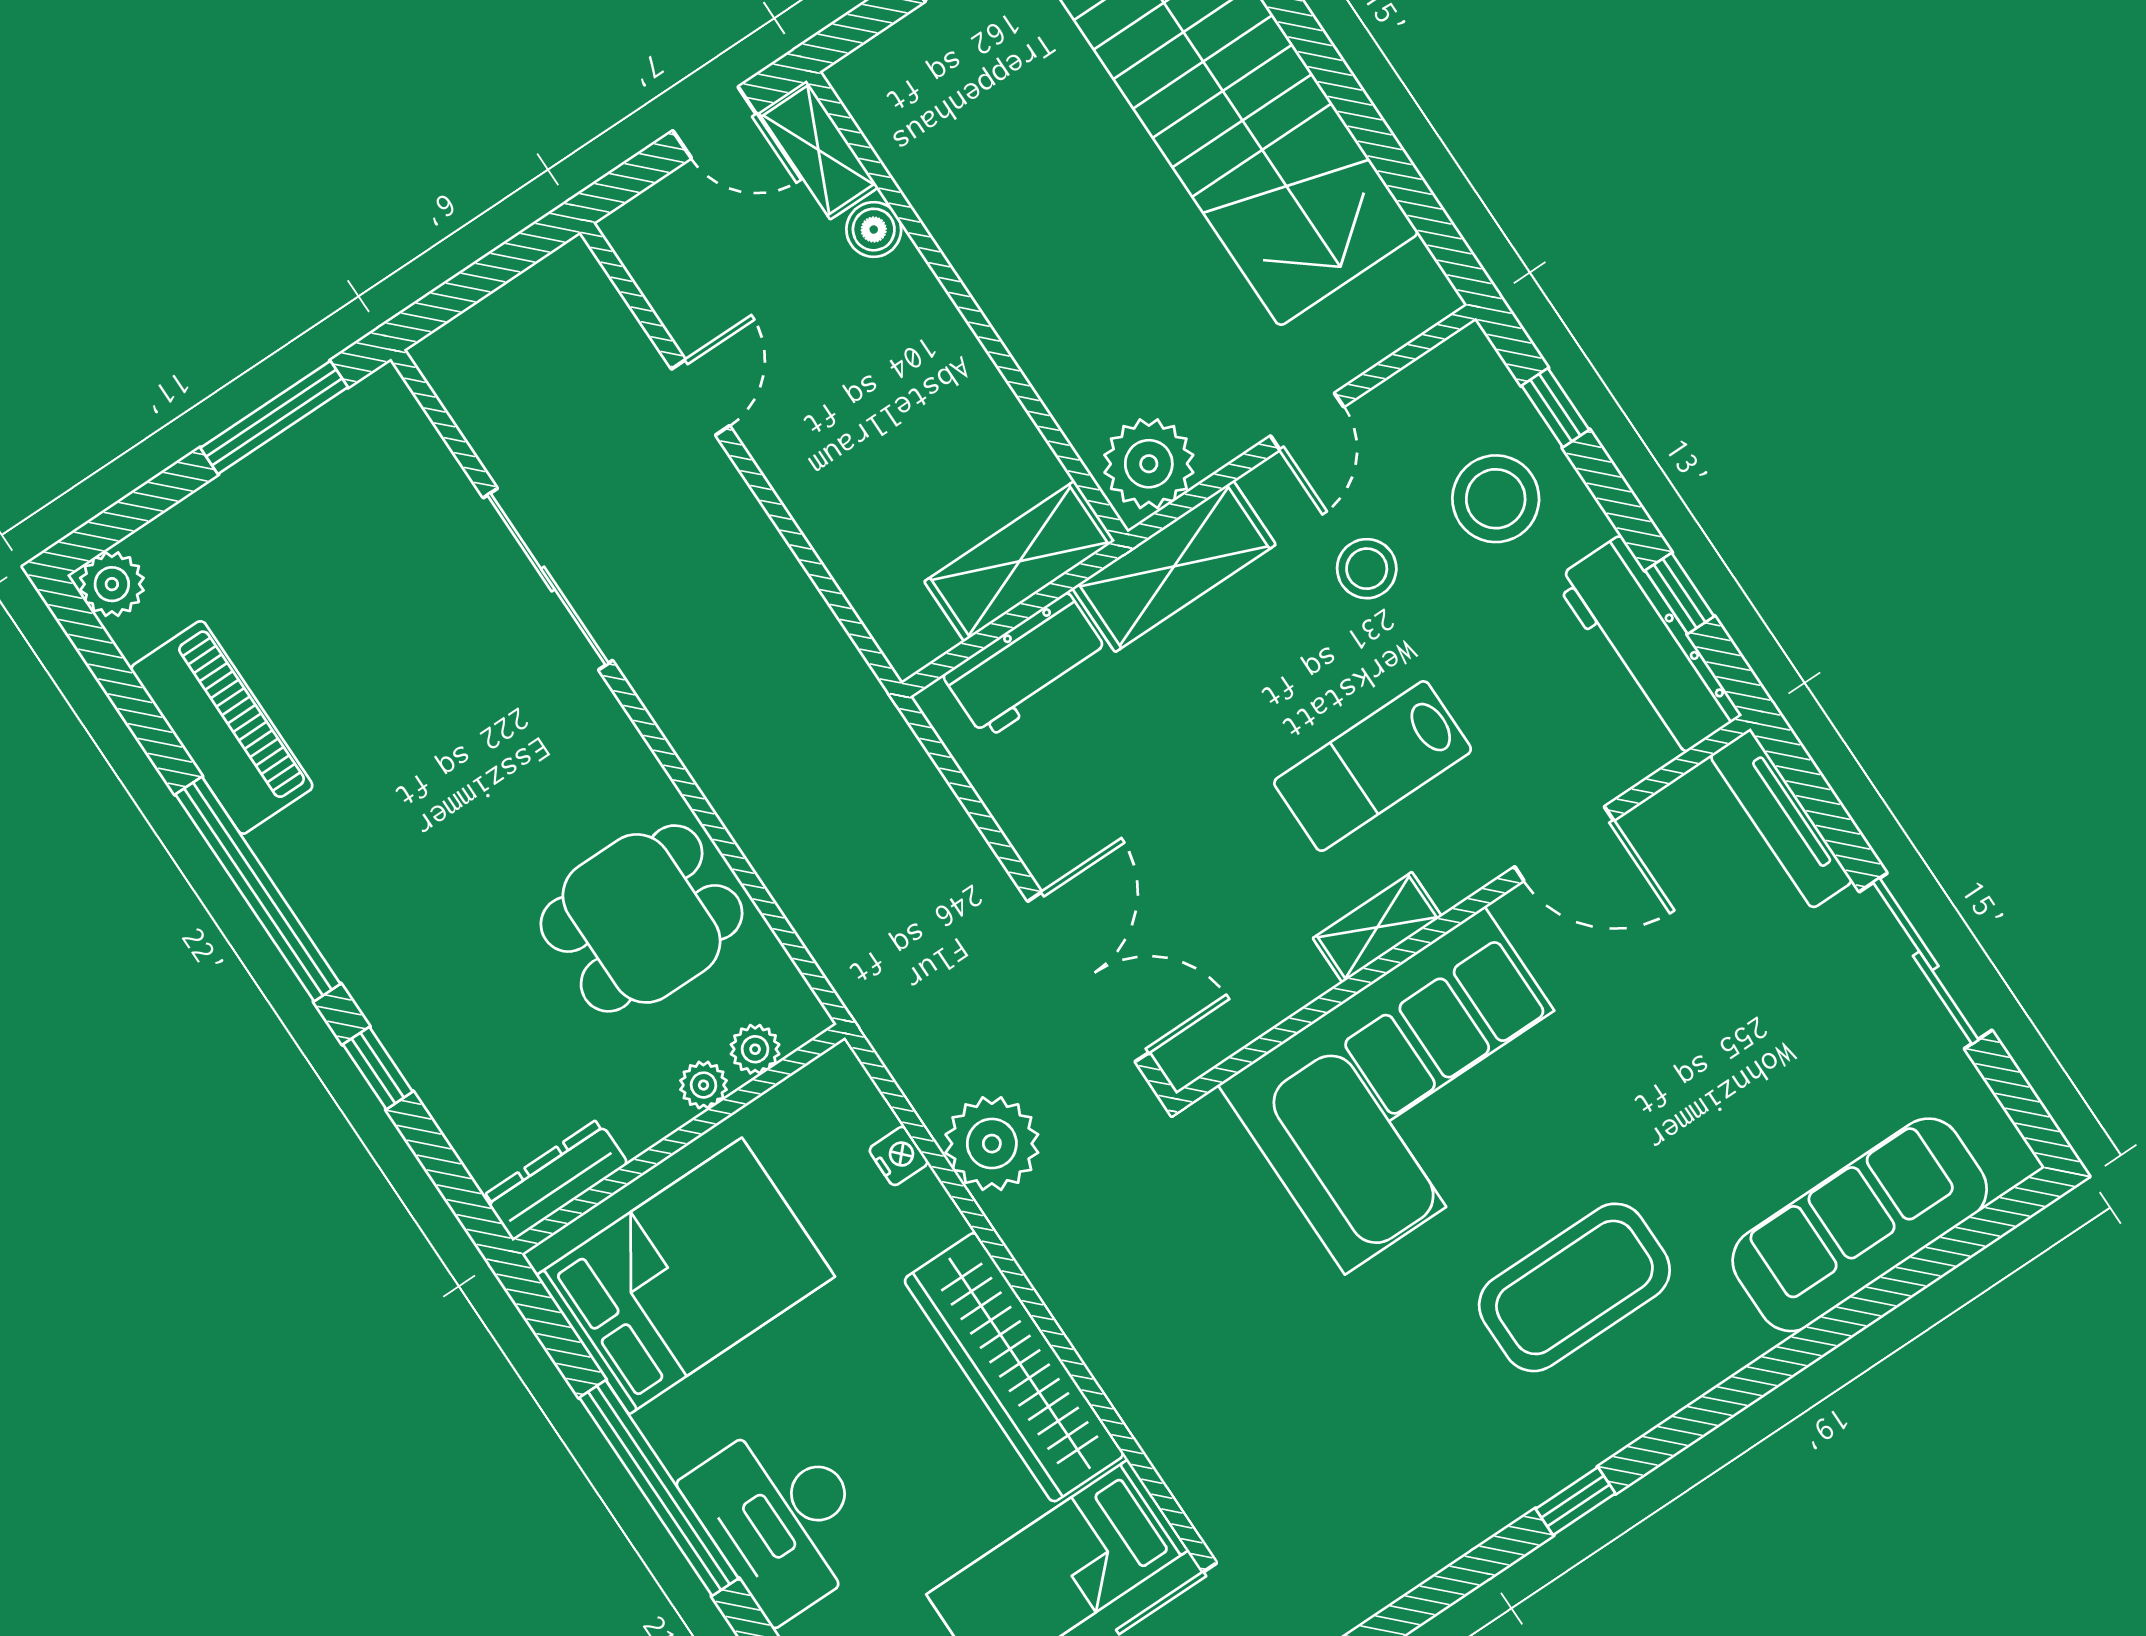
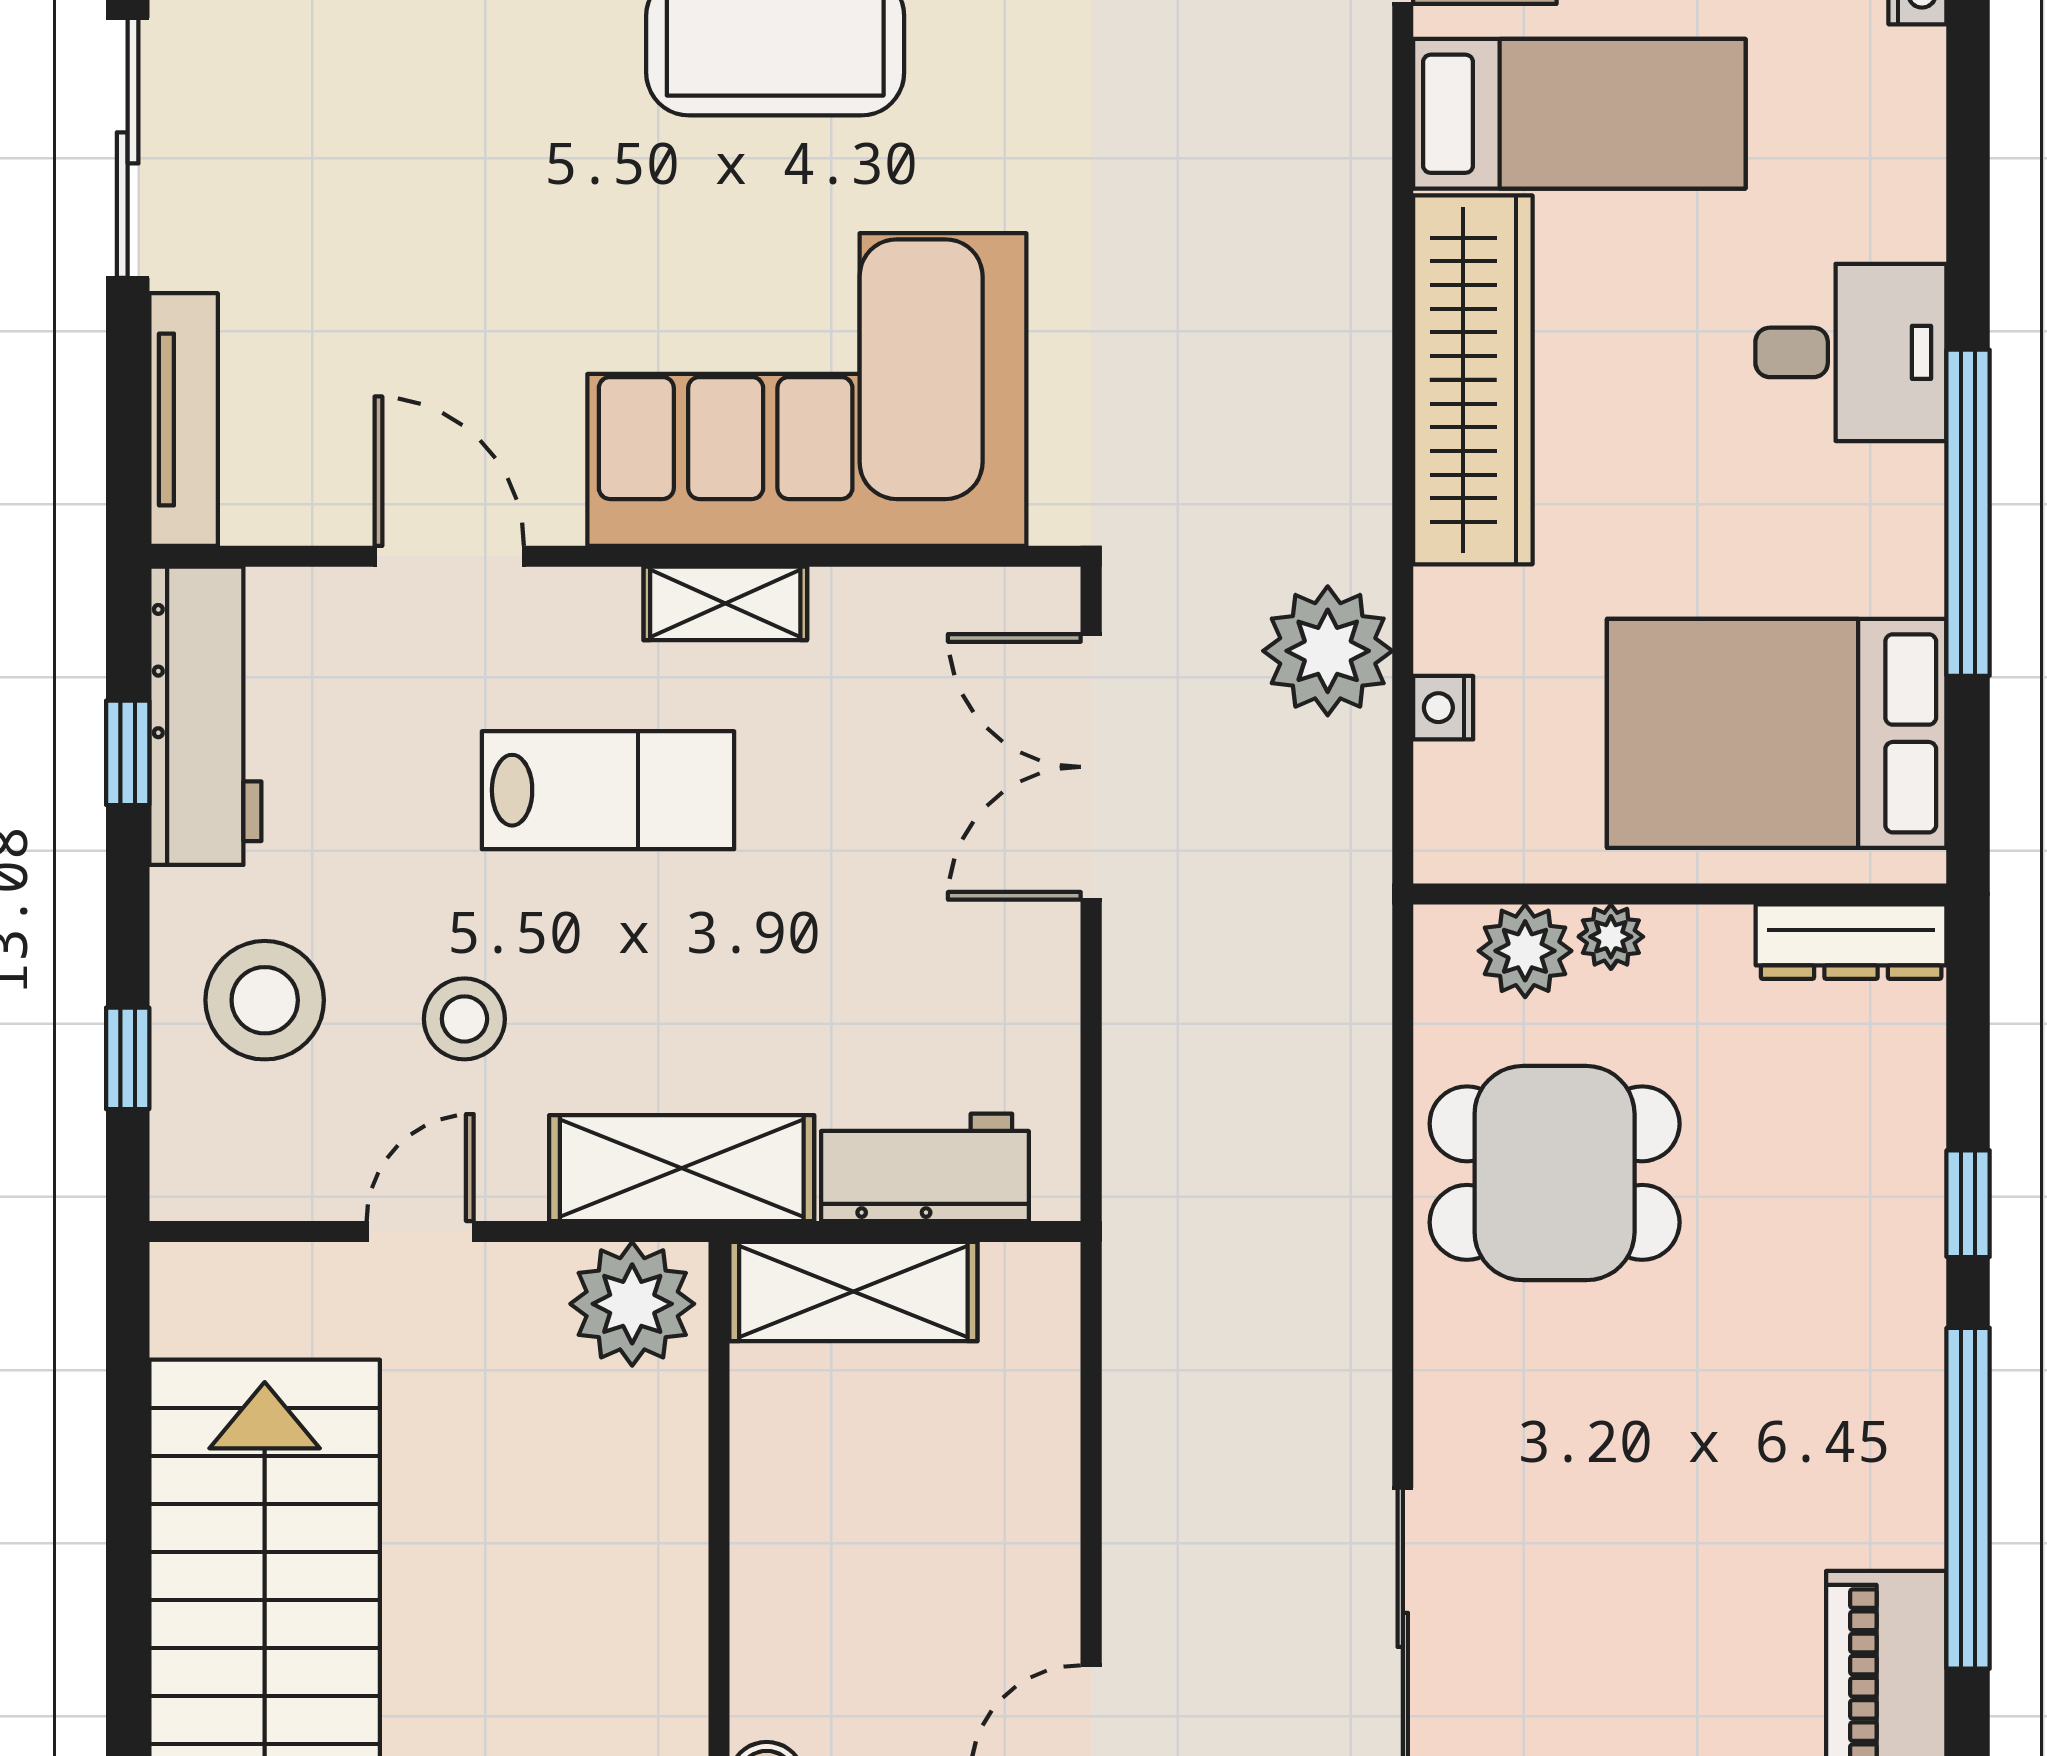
plant: (755, 1049) -> (1525, 951), width x1.38, depth x1.38
desk: (782, 1518) -> (1851, 352), width x0.73

